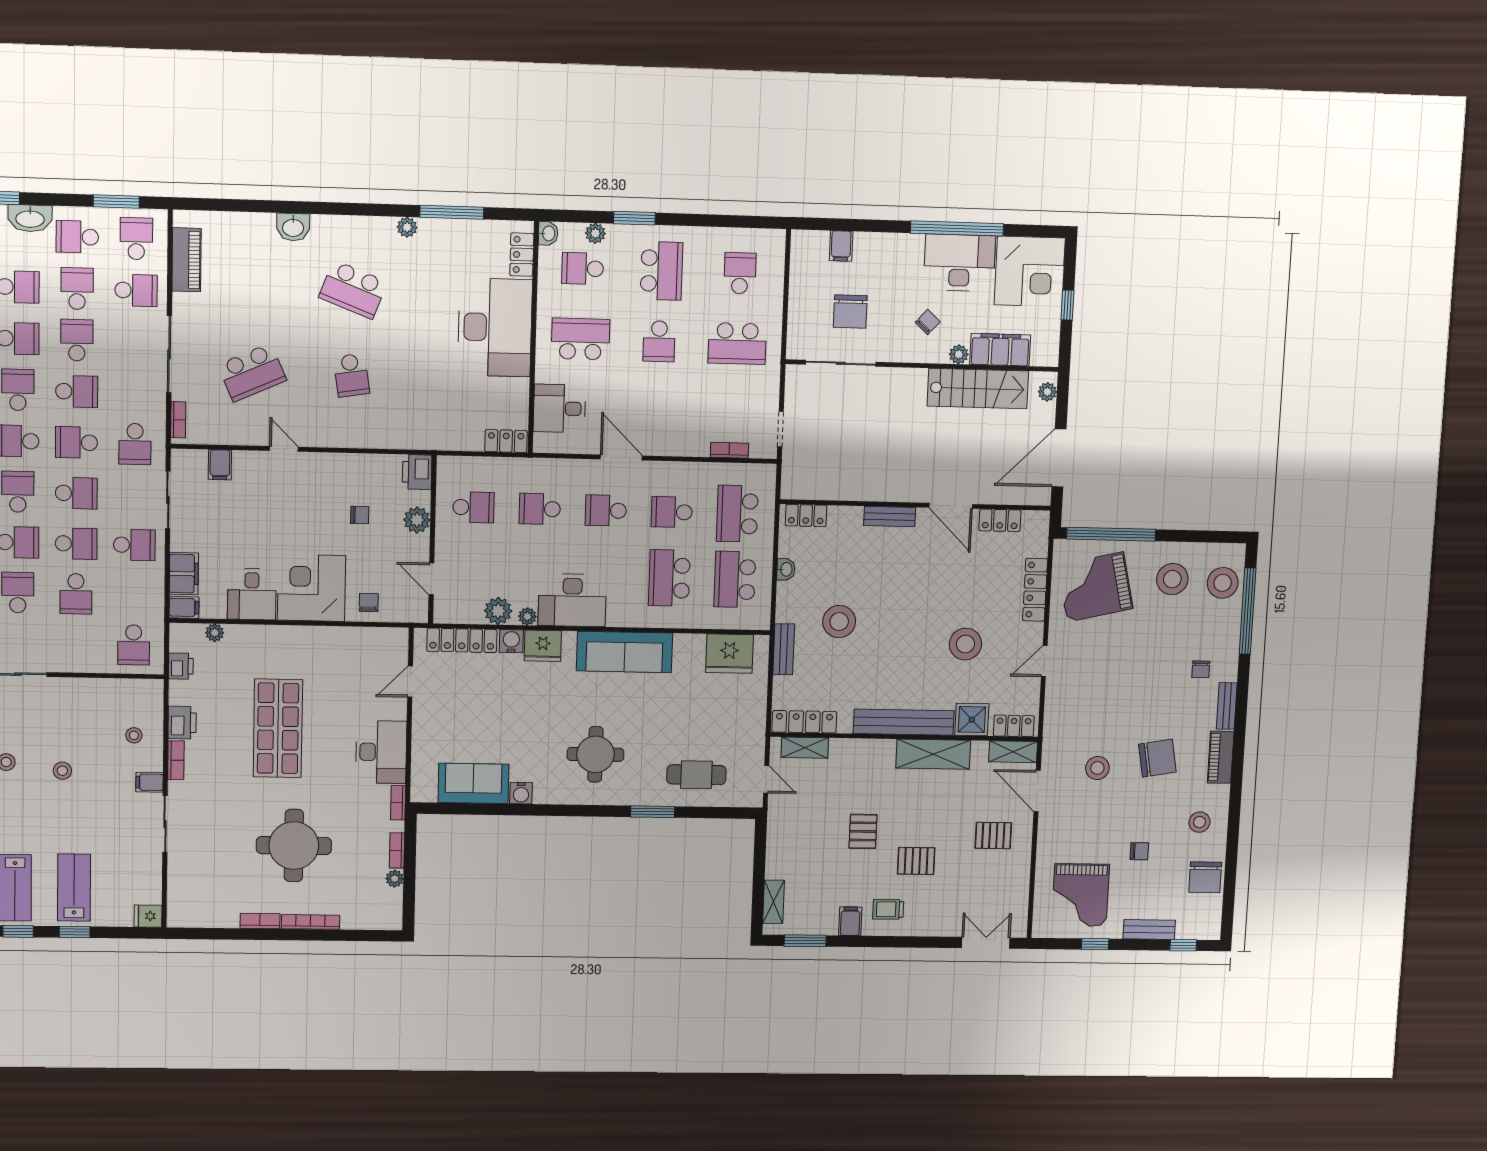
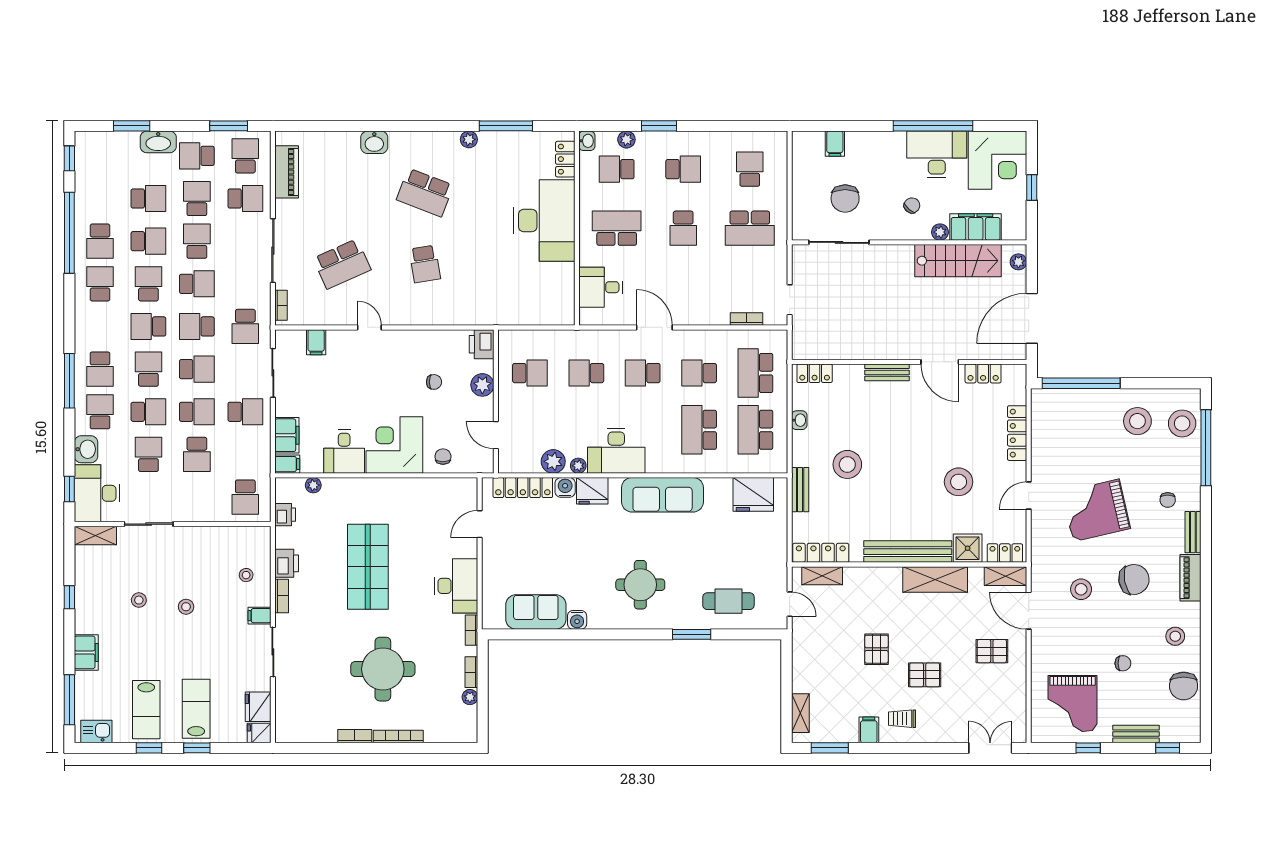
school desk: (661, 271) -> (683, 169), width x0.54
locker: (506, 441) -> (556, 316), removed
grand piano: (1095, 587) -> (1096, 510), moved
fridge: (147, 886) -> (258, 707), added

